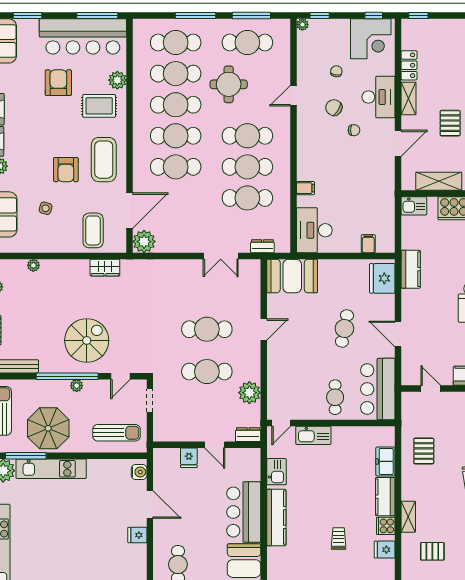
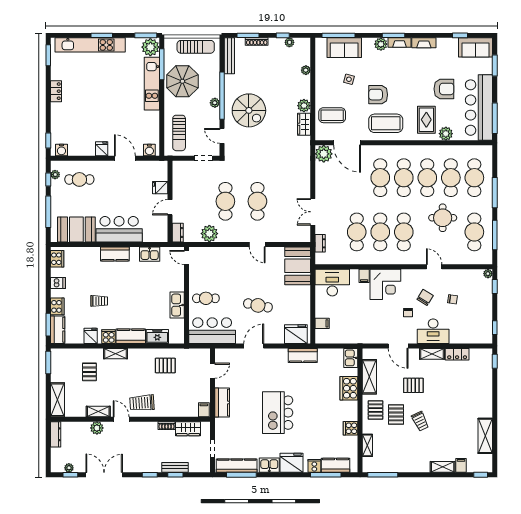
corner desk: (371, 39) -> (385, 284), moved, turned -90
plant: (80, 268) -> (304, 106), added
kitchen sink: (313, 435) -> (177, 305), moved
door: (150, 504) -> (125, 158), swing flipped
kitchen counter: (276, 518) -> (115, 254), width x0.67

